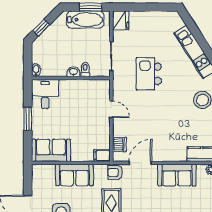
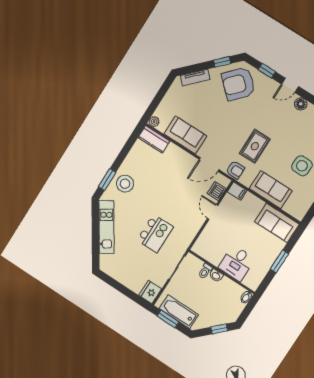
desk: (45, 94) -> (237, 263), moved
door: (111, 109) -> (213, 212), moved

